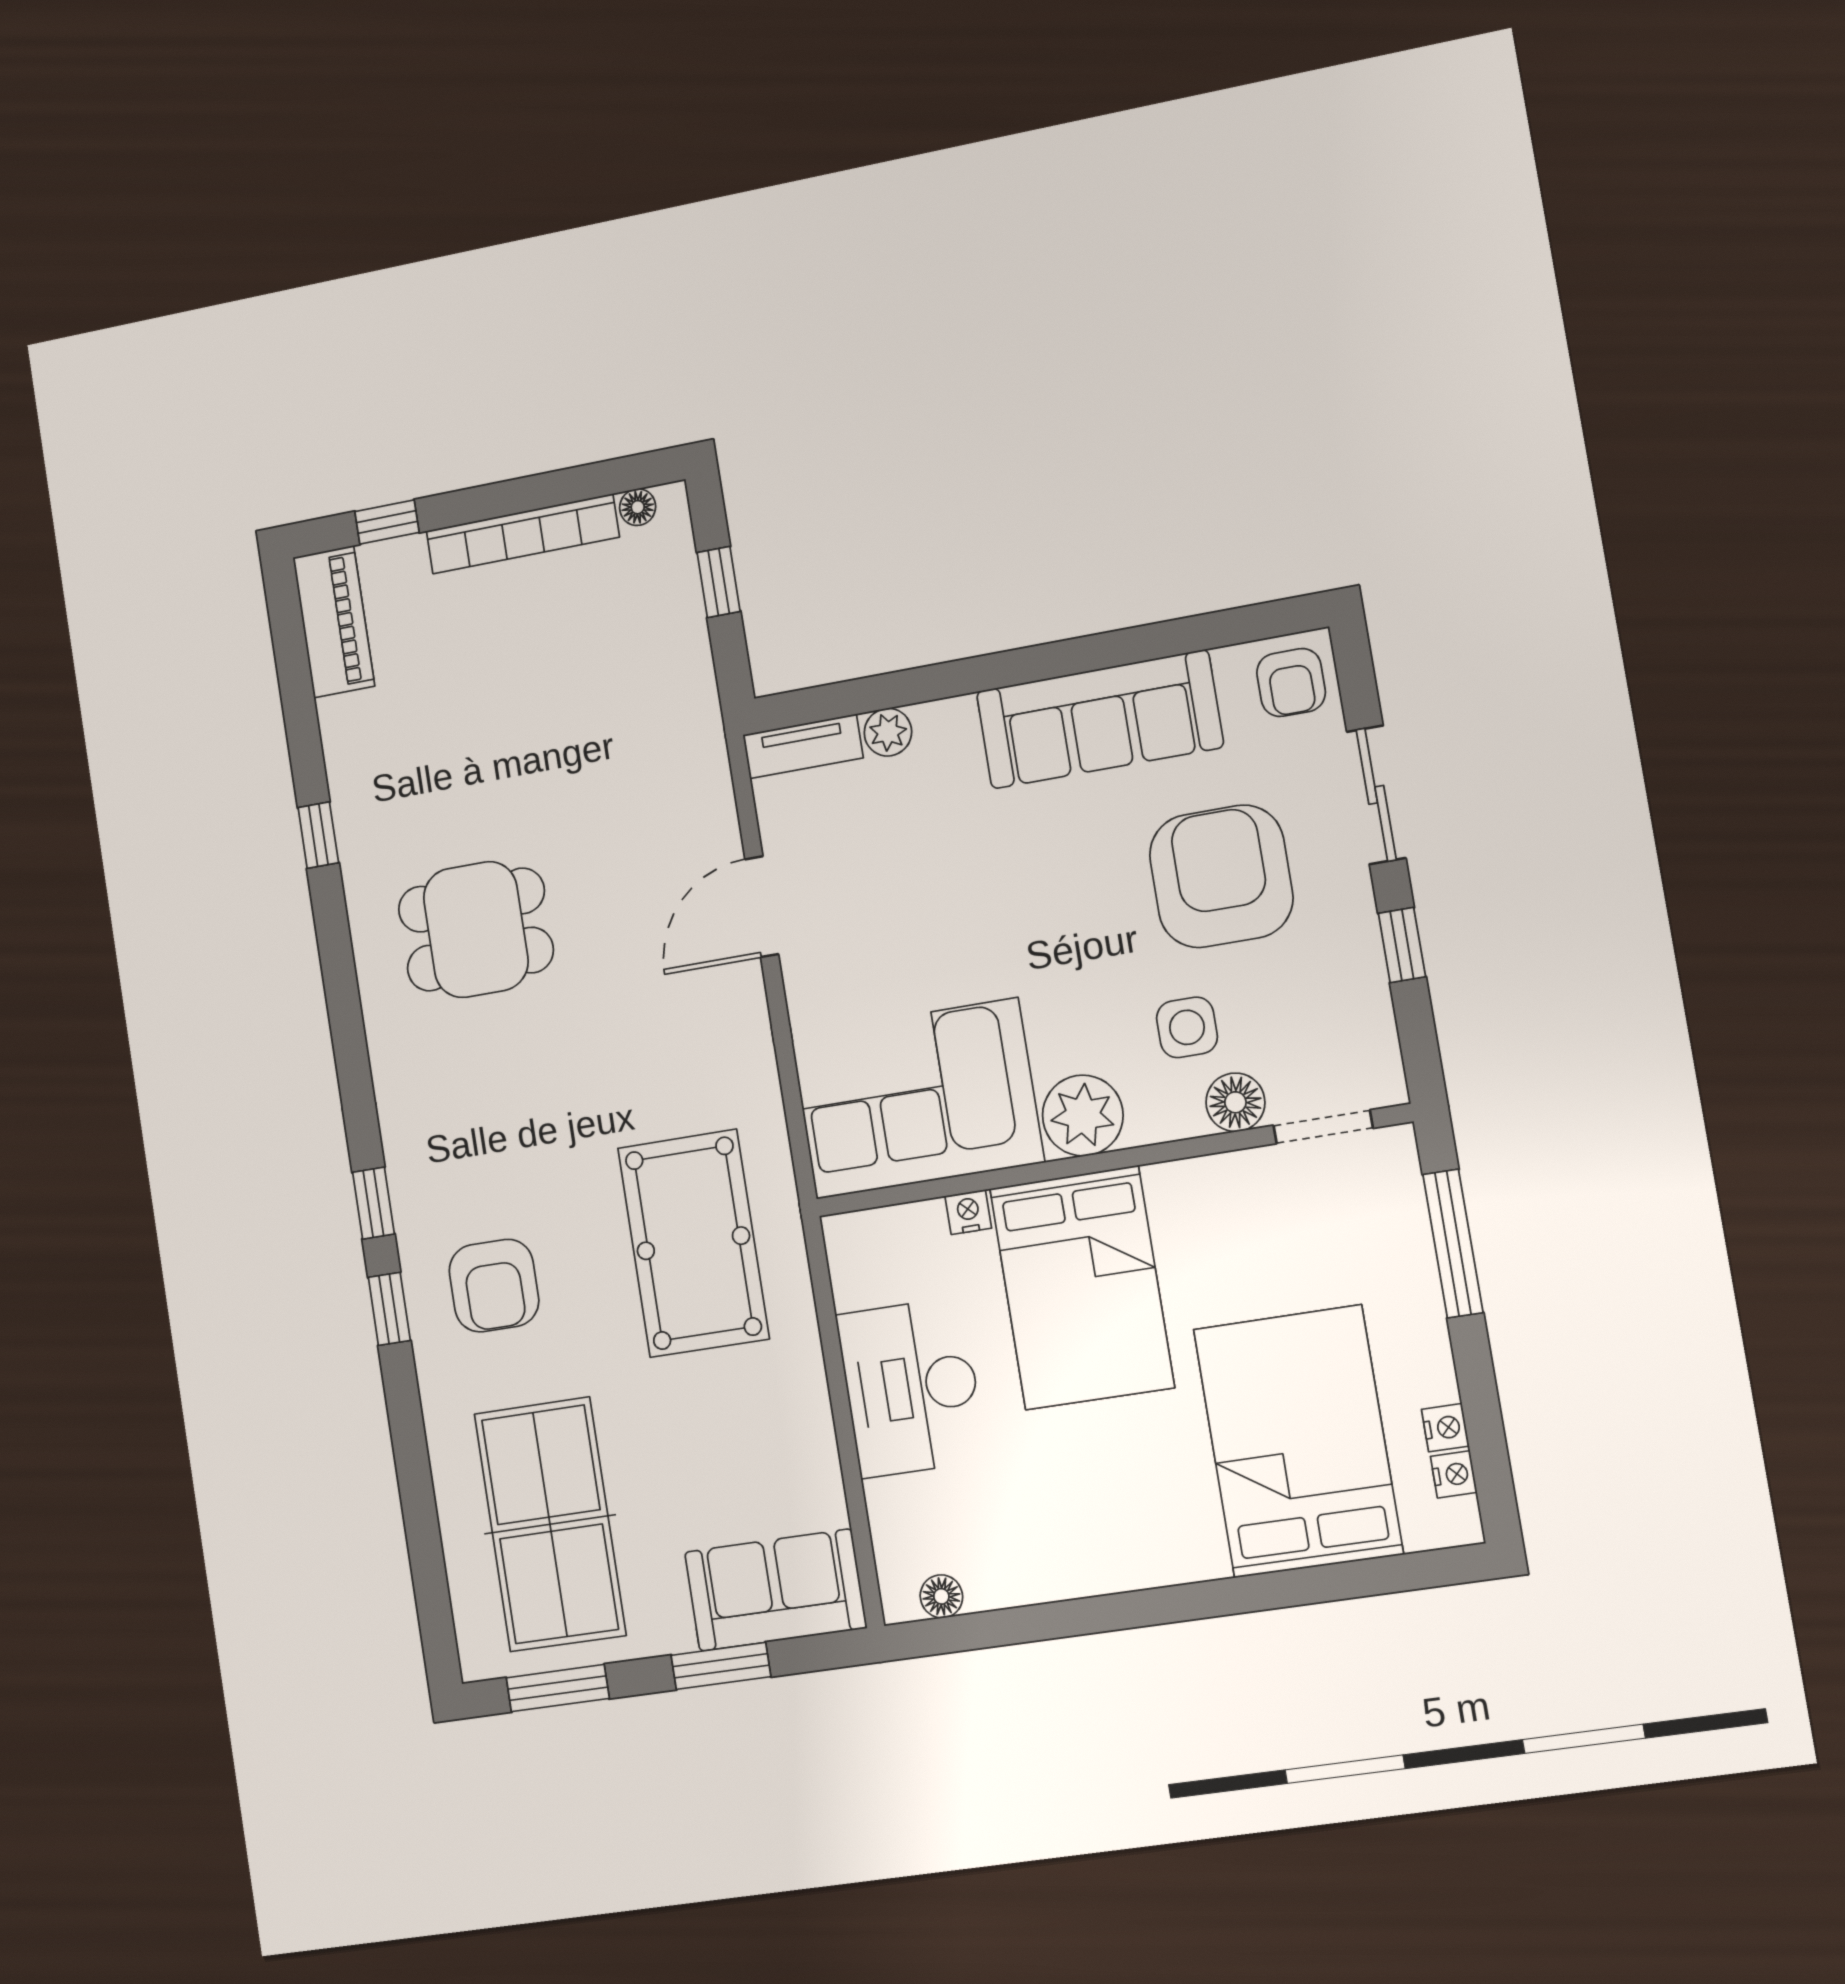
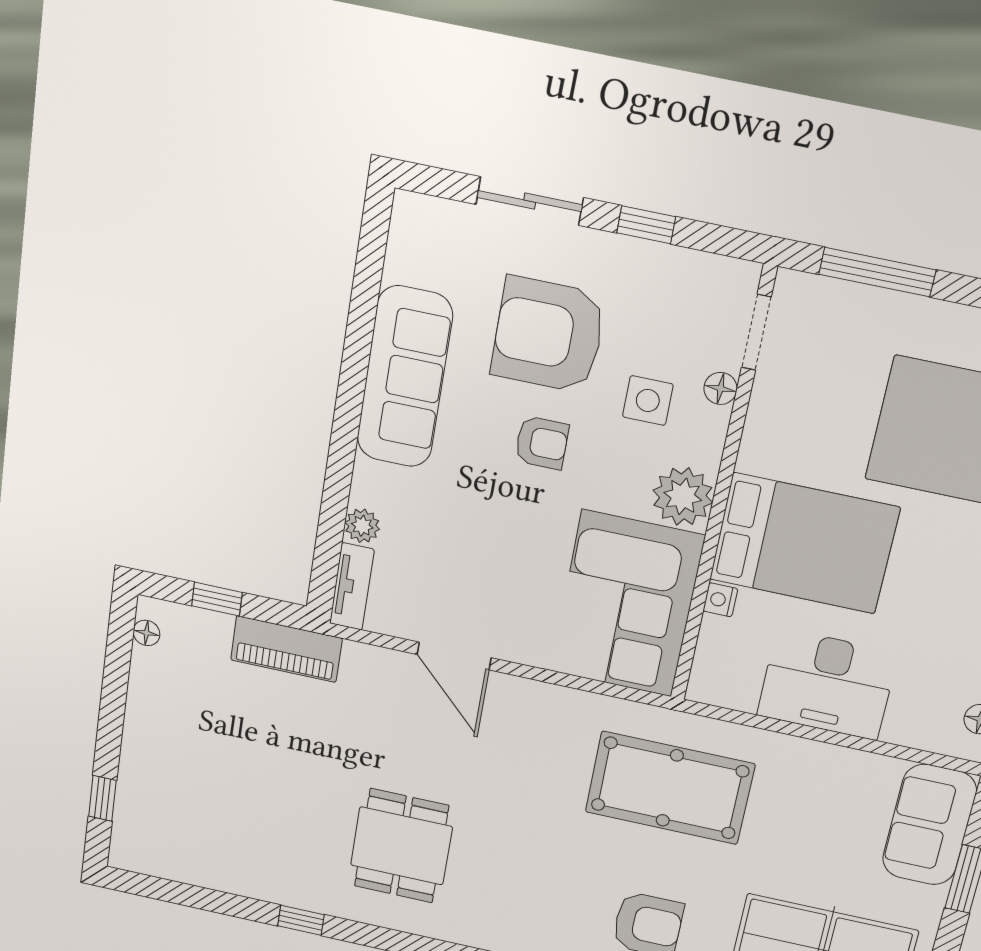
bookcase: (522, 534) -> (140, 715), removed
piano: (334, 622) -> (286, 649), moved, turned 180
armchair: (1291, 683) -> (542, 443), moved
floor lamp: (1235, 1102) -> (720, 388), width x0.73, depth x0.73

